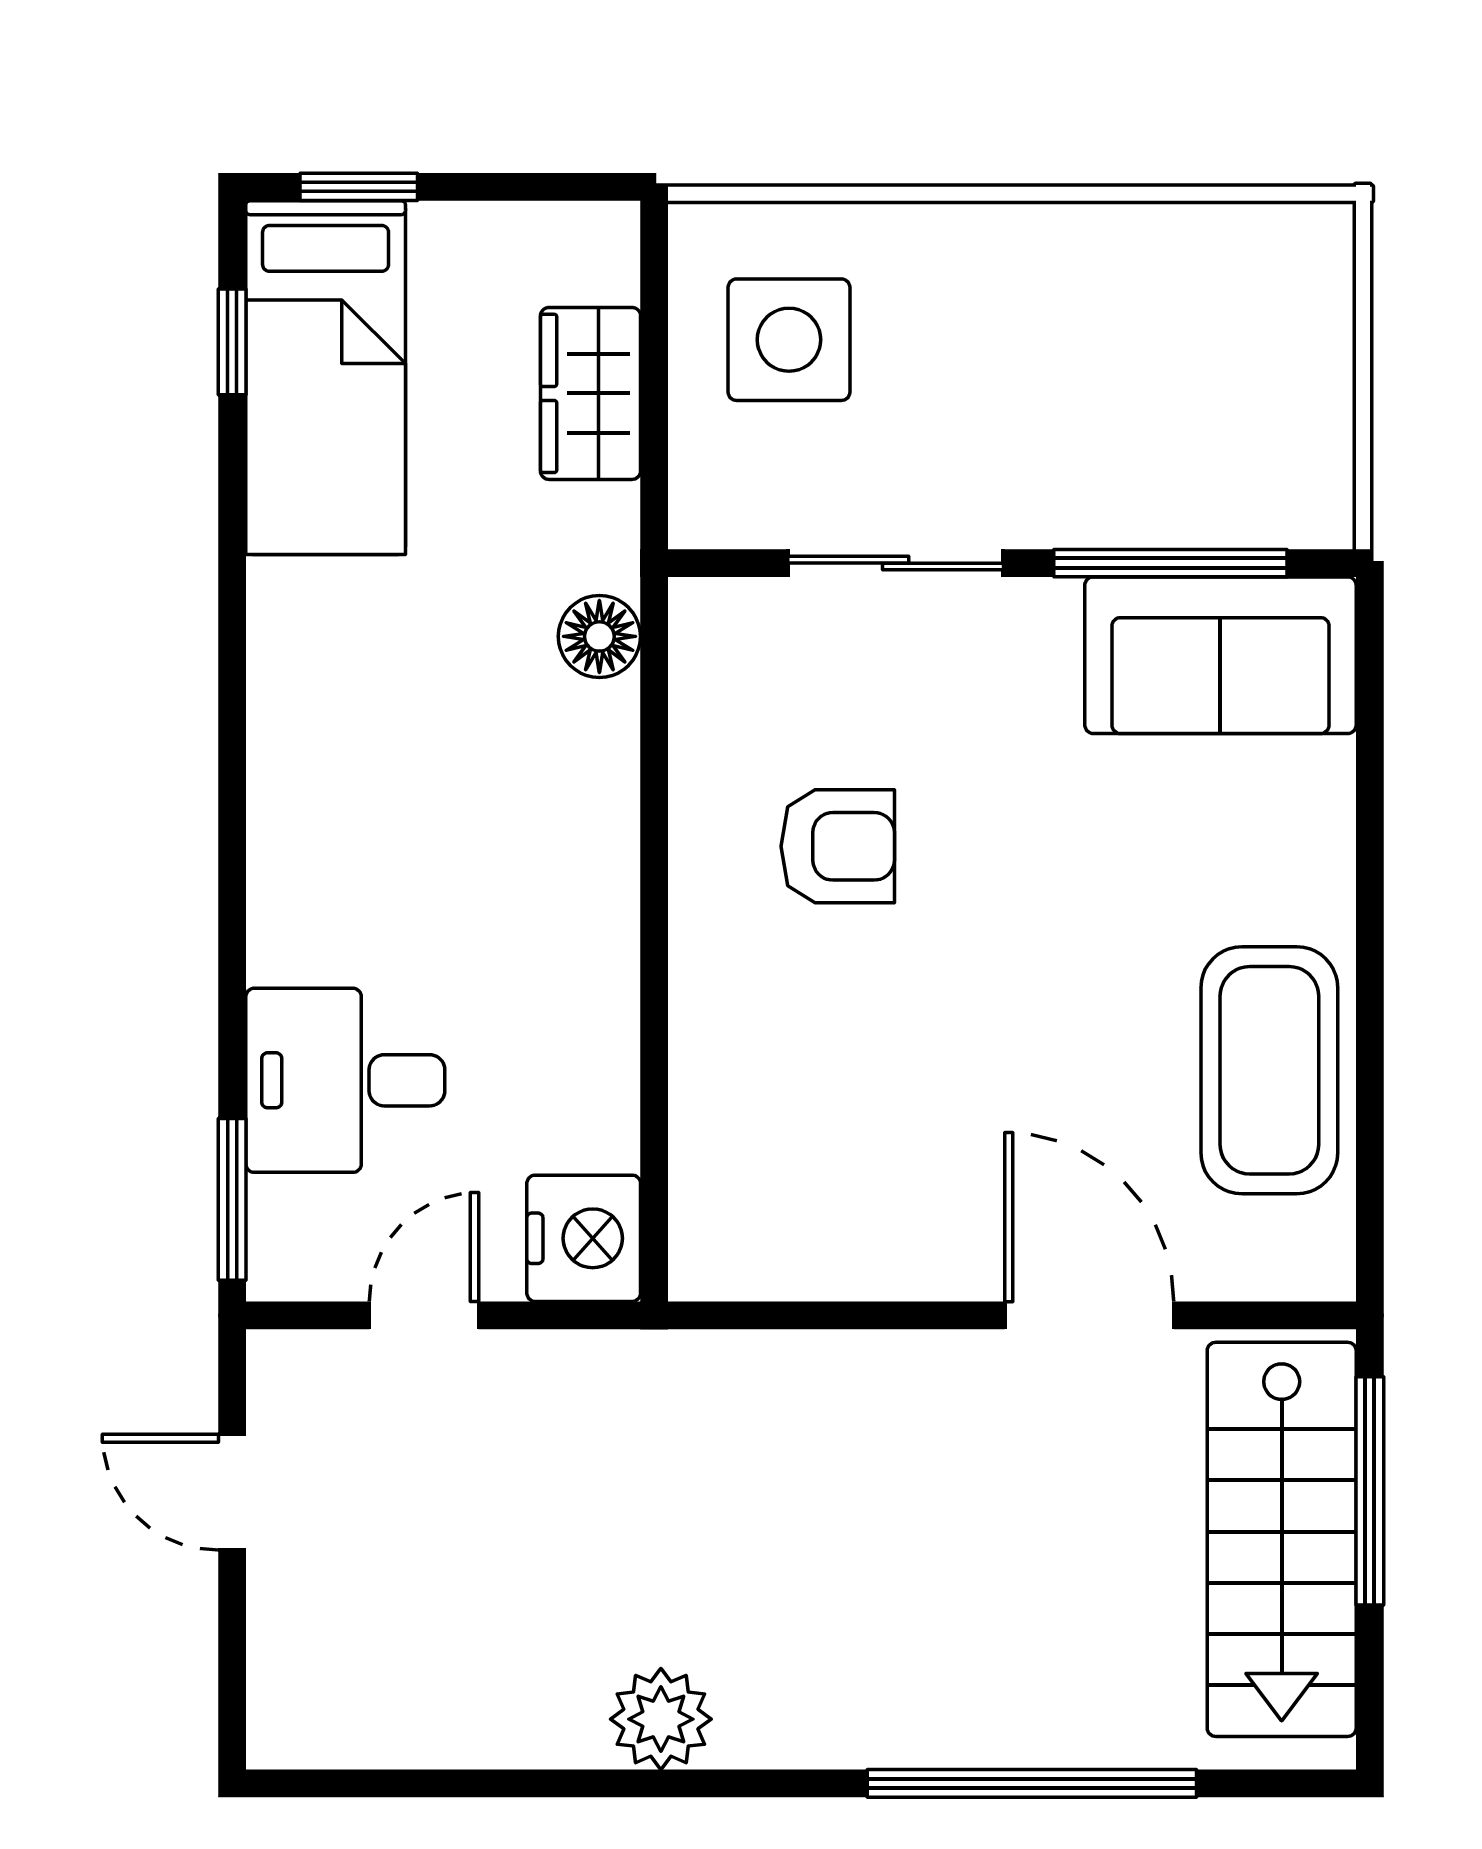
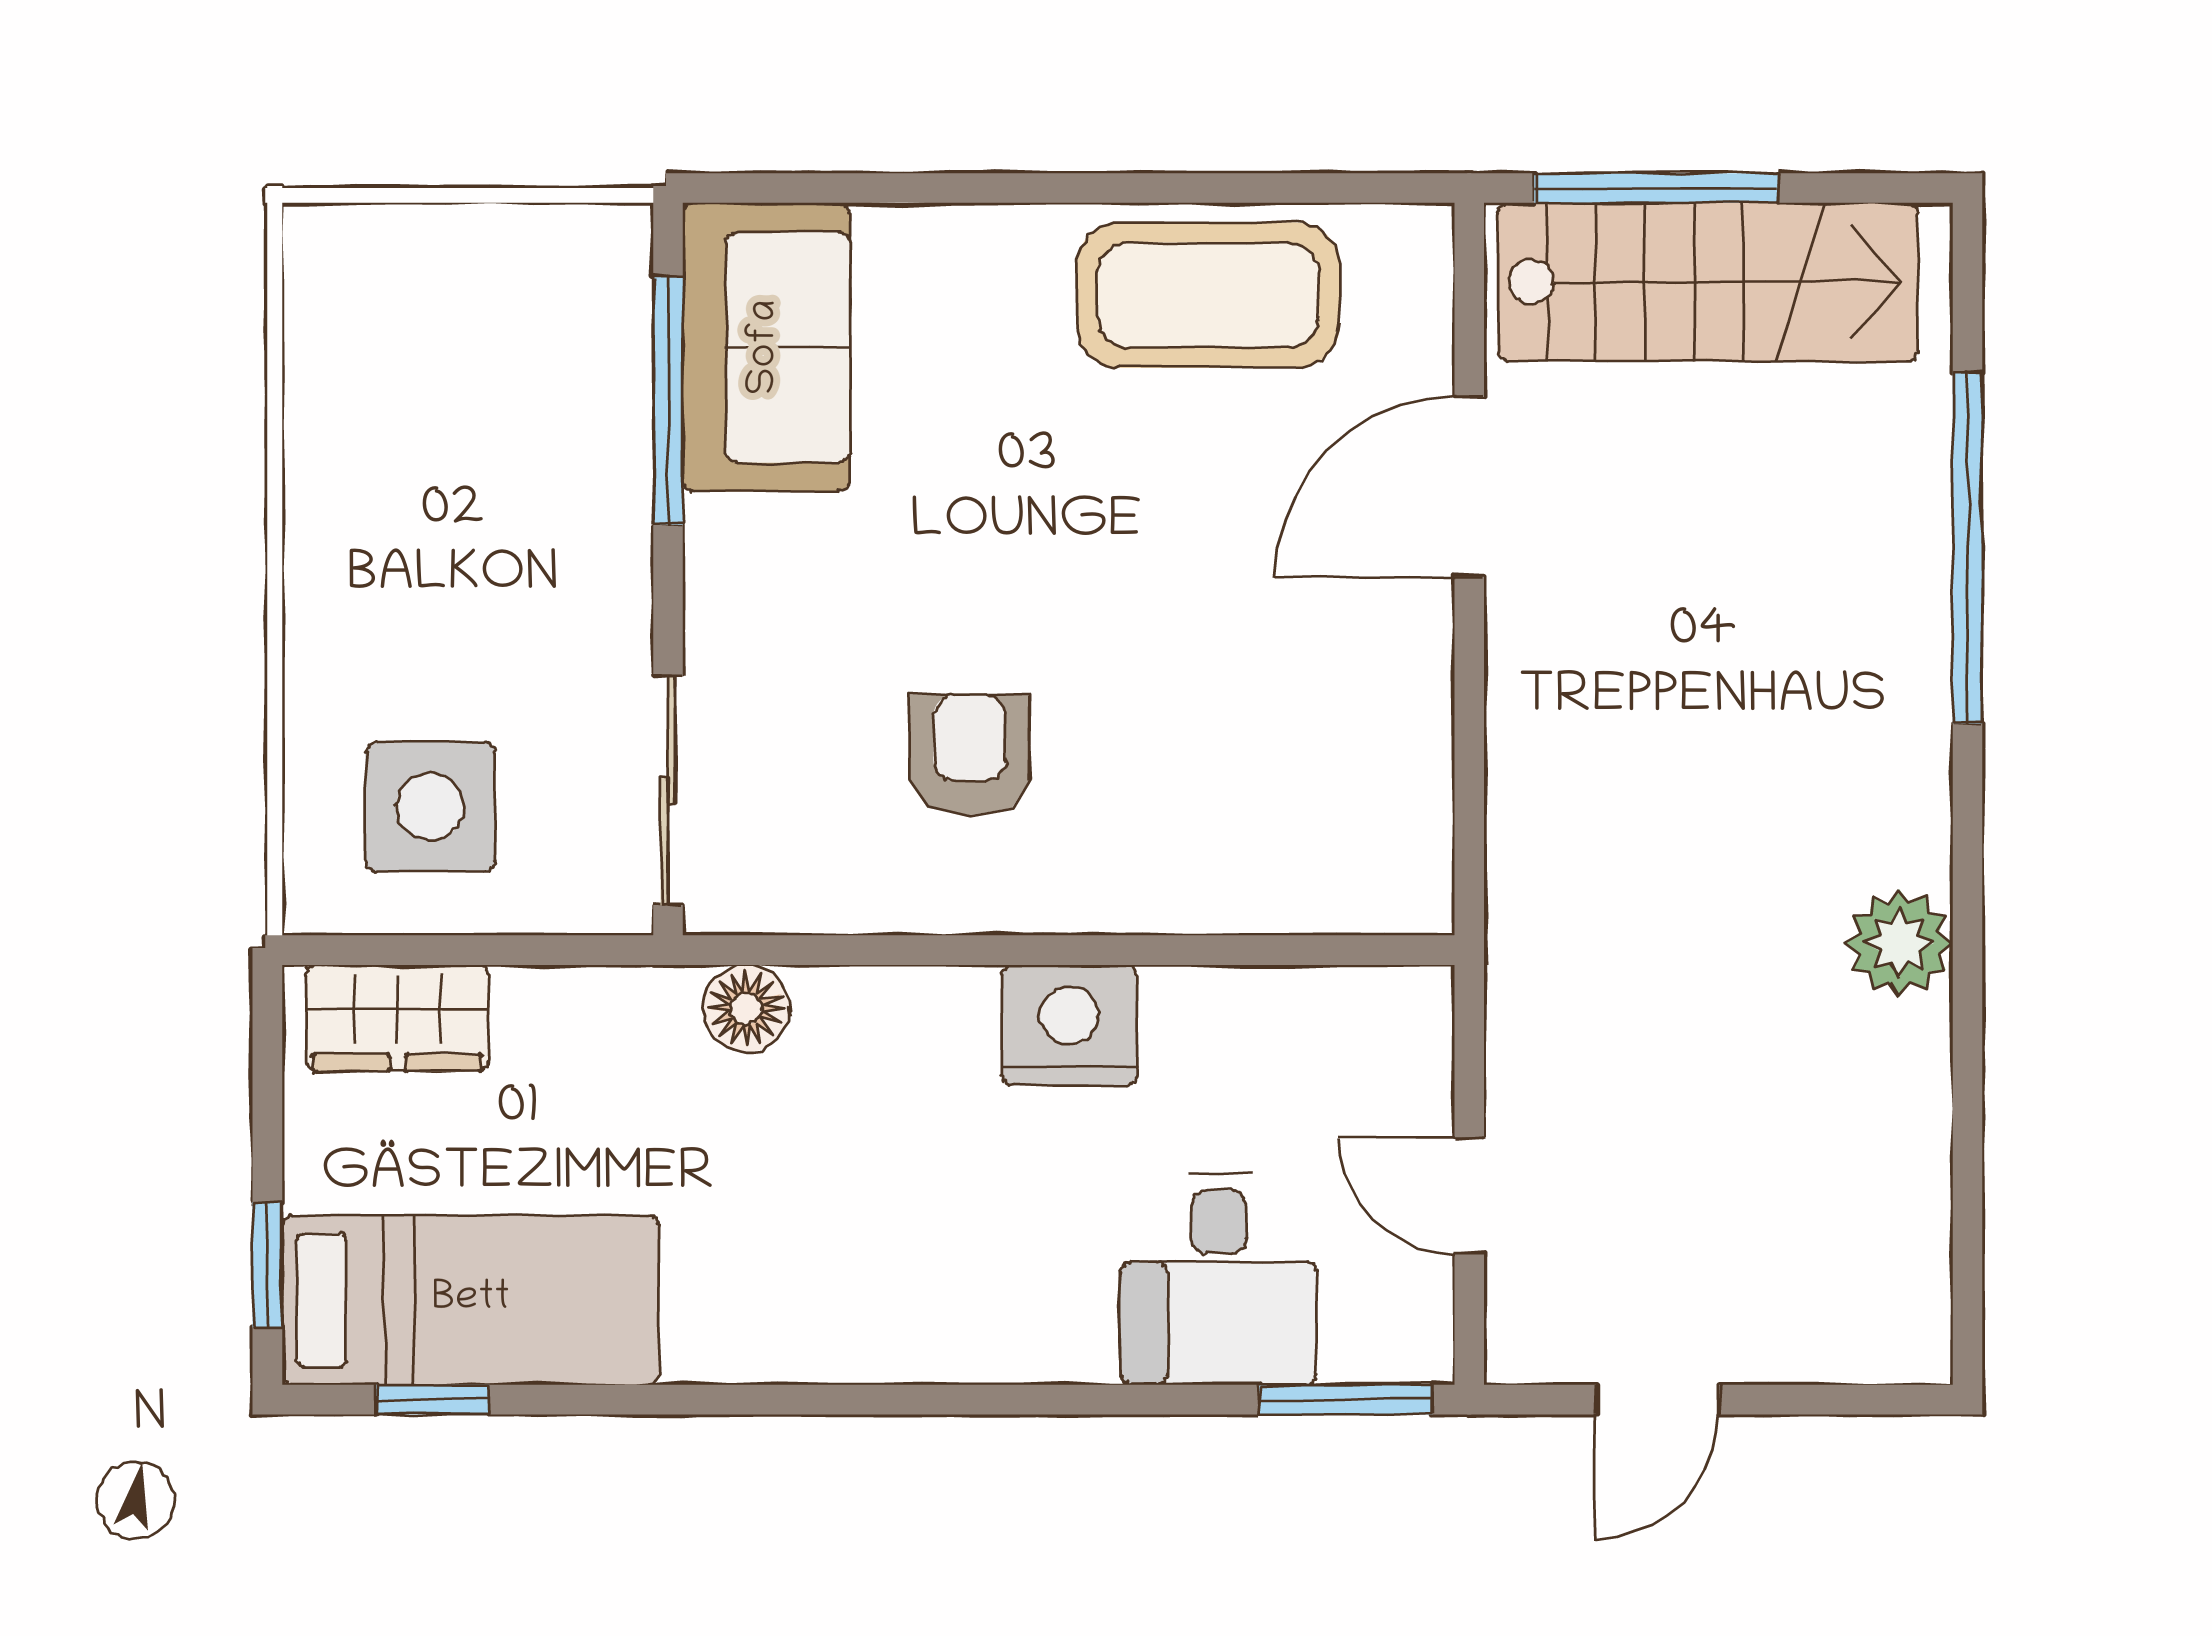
wardrobe: (591, 393) -> (397, 1018), moved
sliding door: (896, 563) -> (668, 790), moved
nightstand: (584, 1238) -> (1069, 1025), moved

